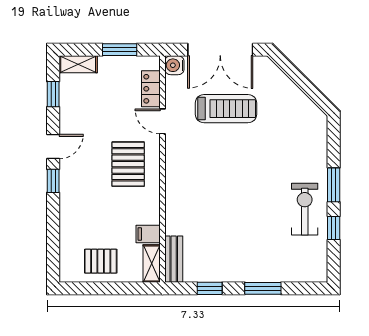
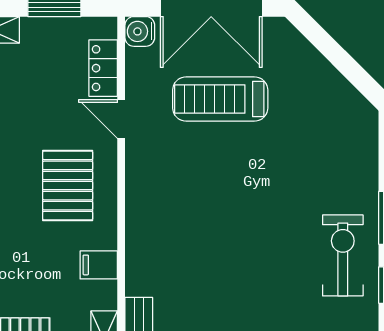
treadmill: (226, 109) -> (220, 99), turned 180
filing cabinet: (148, 234) -> (99, 265), moved

